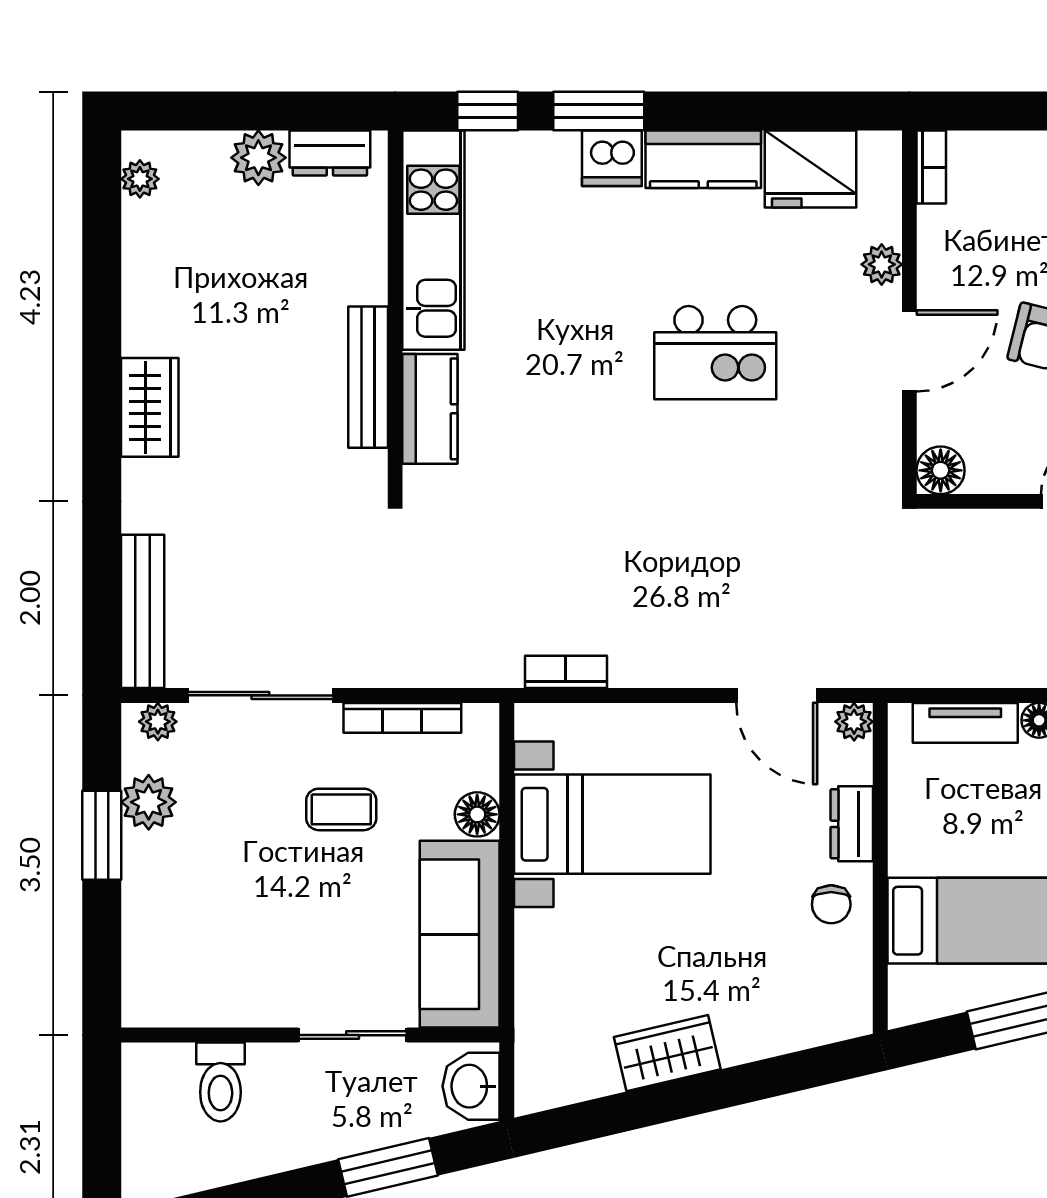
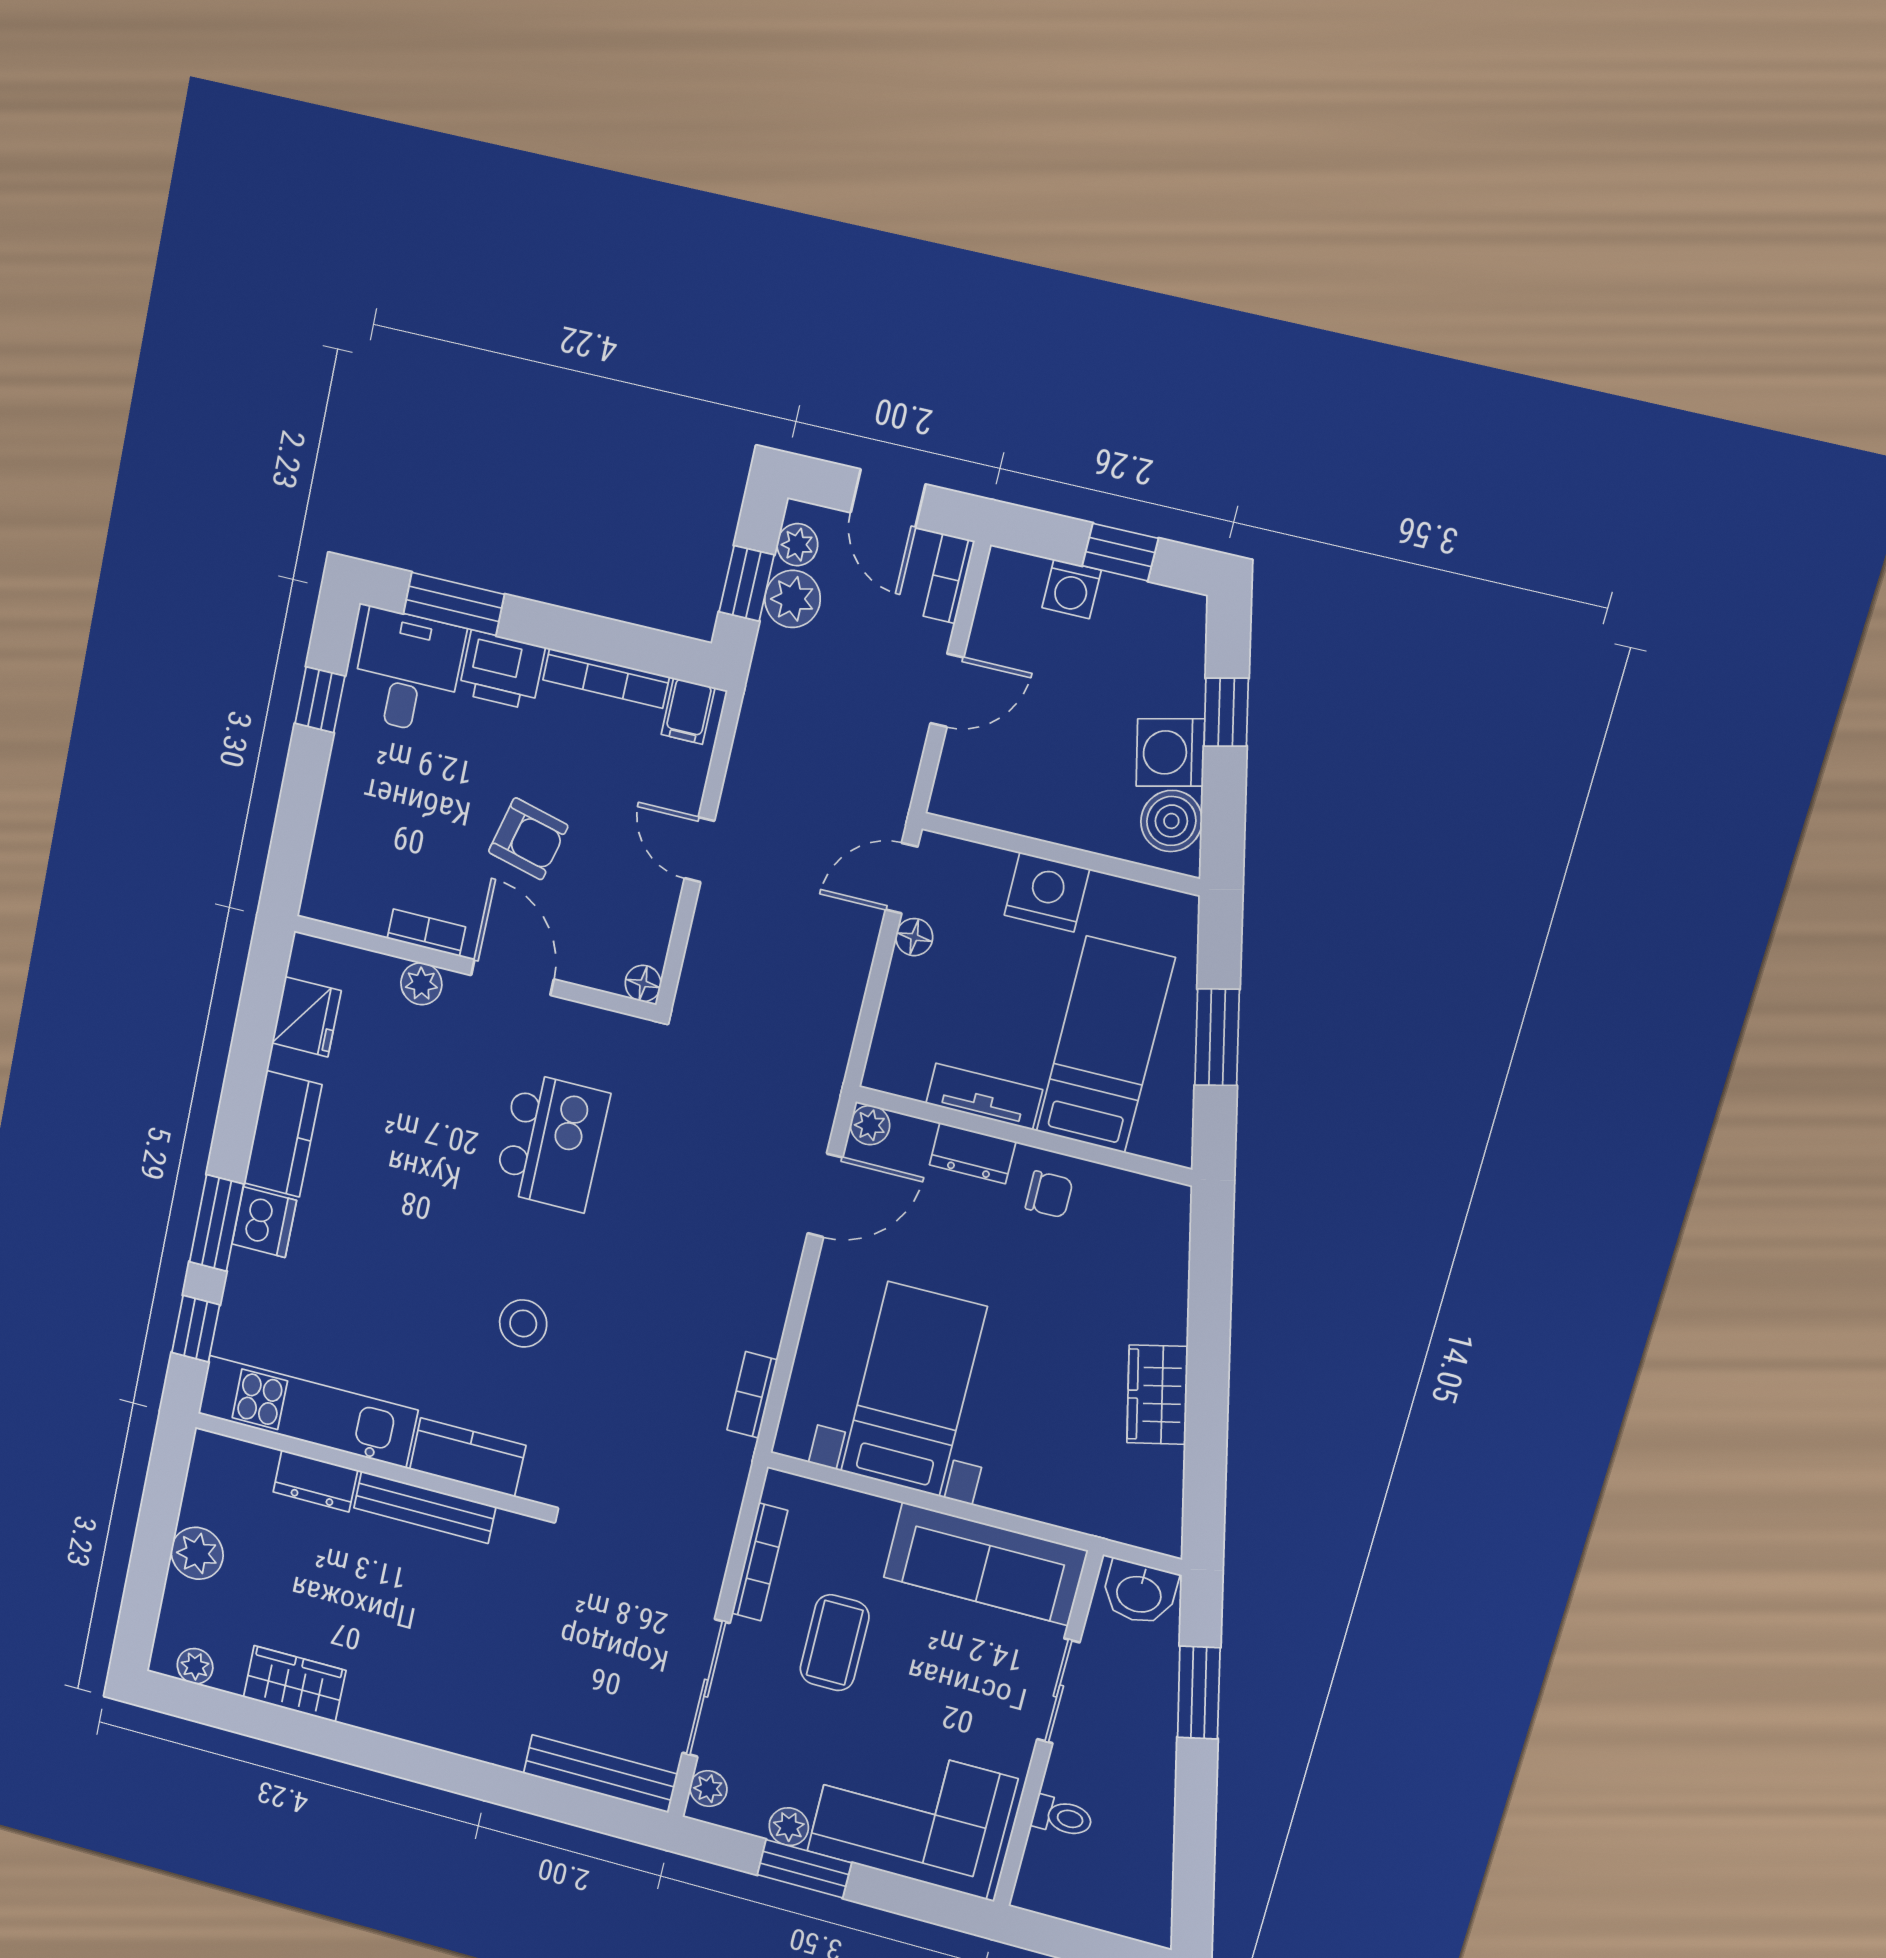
dresser: (330, 153) -> (315, 1481), moved, turned 90
bookcase: (931, 167) -> (426, 933), moved
fridge: (810, 169) -> (306, 1017), width x0.73, depth x0.75
kitchen island: (715, 353) -> (552, 1142), moved
wardrobe: (150, 407) -> (295, 1684), moved
stool: (578, 434) -> (523, 1323), added
floor lamp: (941, 470) -> (643, 983), width x0.73, depth x0.73
tv unit: (965, 723) -> (984, 1097), moved, turned -90
plant: (149, 802) -> (789, 1827), width x0.73, depth x0.73
coffee table: (341, 809) -> (835, 1643), width x1.36, depth x1.30
floor lamp: (477, 814) -> (872, 1516), removed
corner sofa: (187, 926) -> (912, 1815), added
toilet: (220, 1082) -> (1062, 1817), width x0.73, depth x0.72

